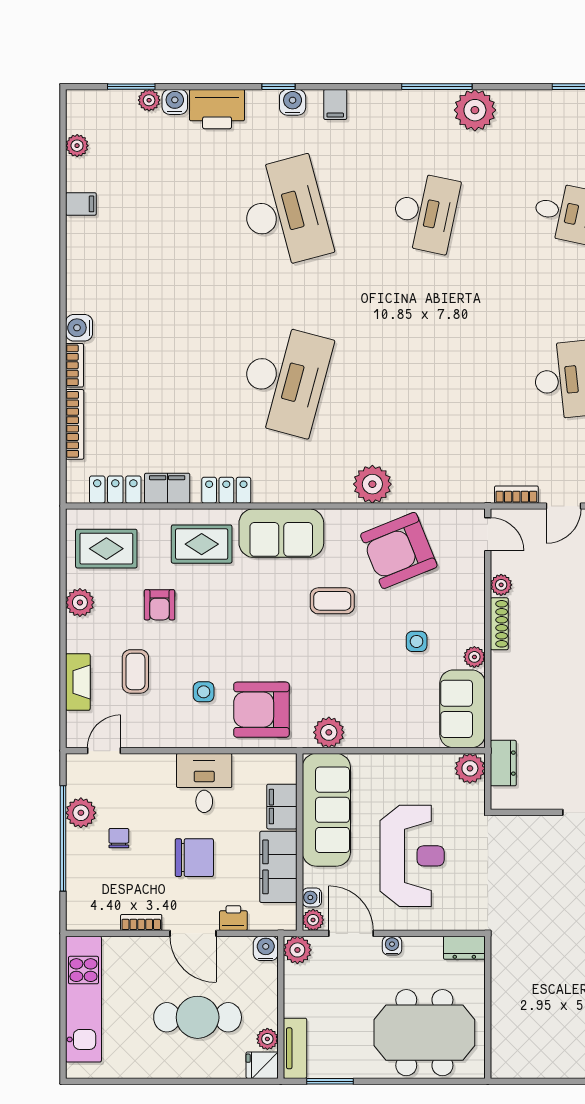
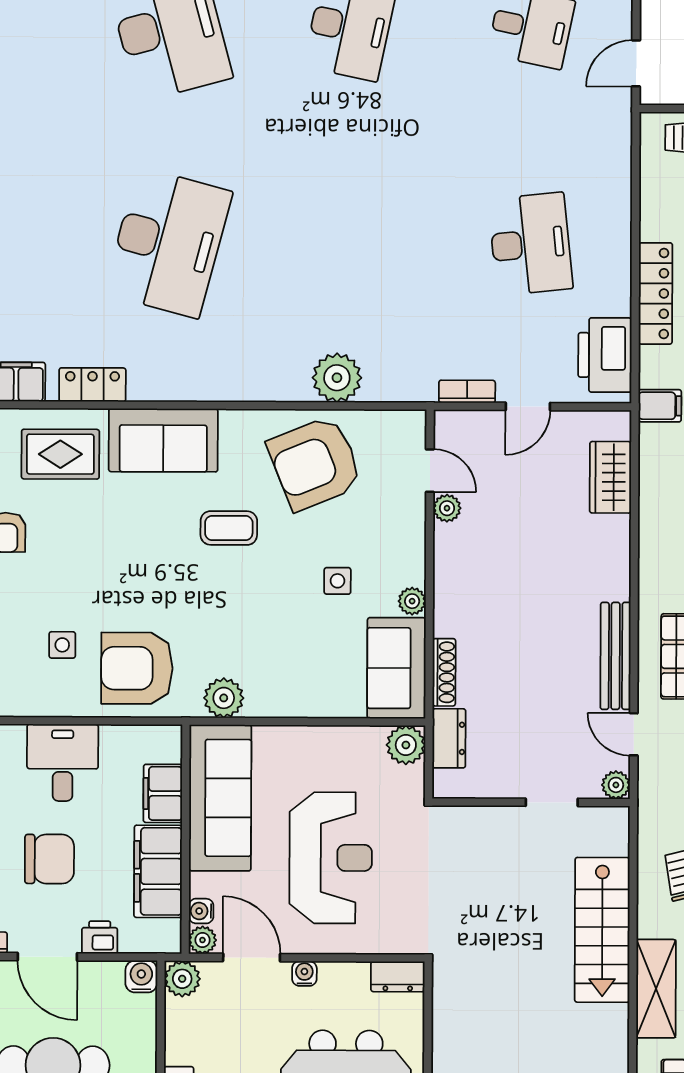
plant: (372, 484) -> (337, 378), moved
door: (488, 534) -> (430, 471), moved
shoe rack: (499, 624) -> (444, 672), moved

